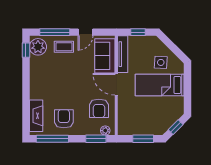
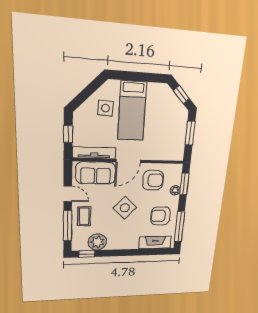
plant: (38, 47) -> (97, 242), moved
side table: (72, 84) -> (125, 208), added
plant: (105, 131) -> (175, 190), moved

